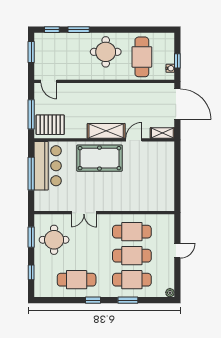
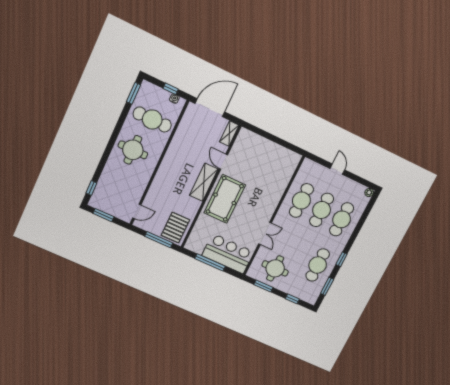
window: (79, 30) -> (134, 93), moved
bar counter: (48, 166) -> (228, 254), moved
window: (128, 300) -> (327, 286), moved

